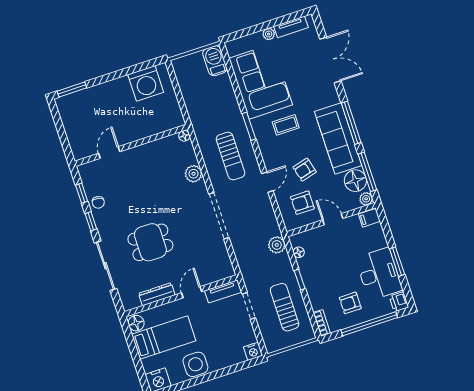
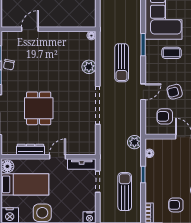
dining table: (150, 242) -> (39, 108), turned 90

